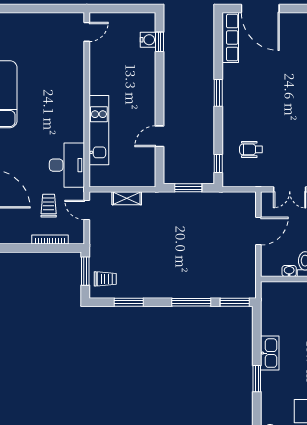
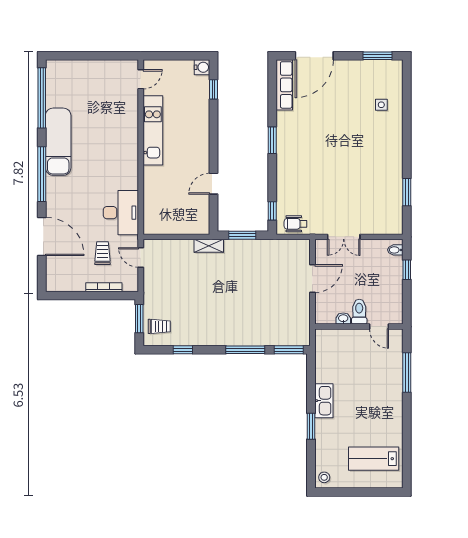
door: (260, 8) -> (314, 56), hinge flipped
water cooler: (148, 40) -> (202, 67), moved
kitchen unit: (99, 130) -> (153, 130), moved
wheelchair: (251, 149) -> (295, 224), moved
shelving: (127, 198) -> (209, 246), moved
window: (129, 302) -> (183, 350), width x0.67

